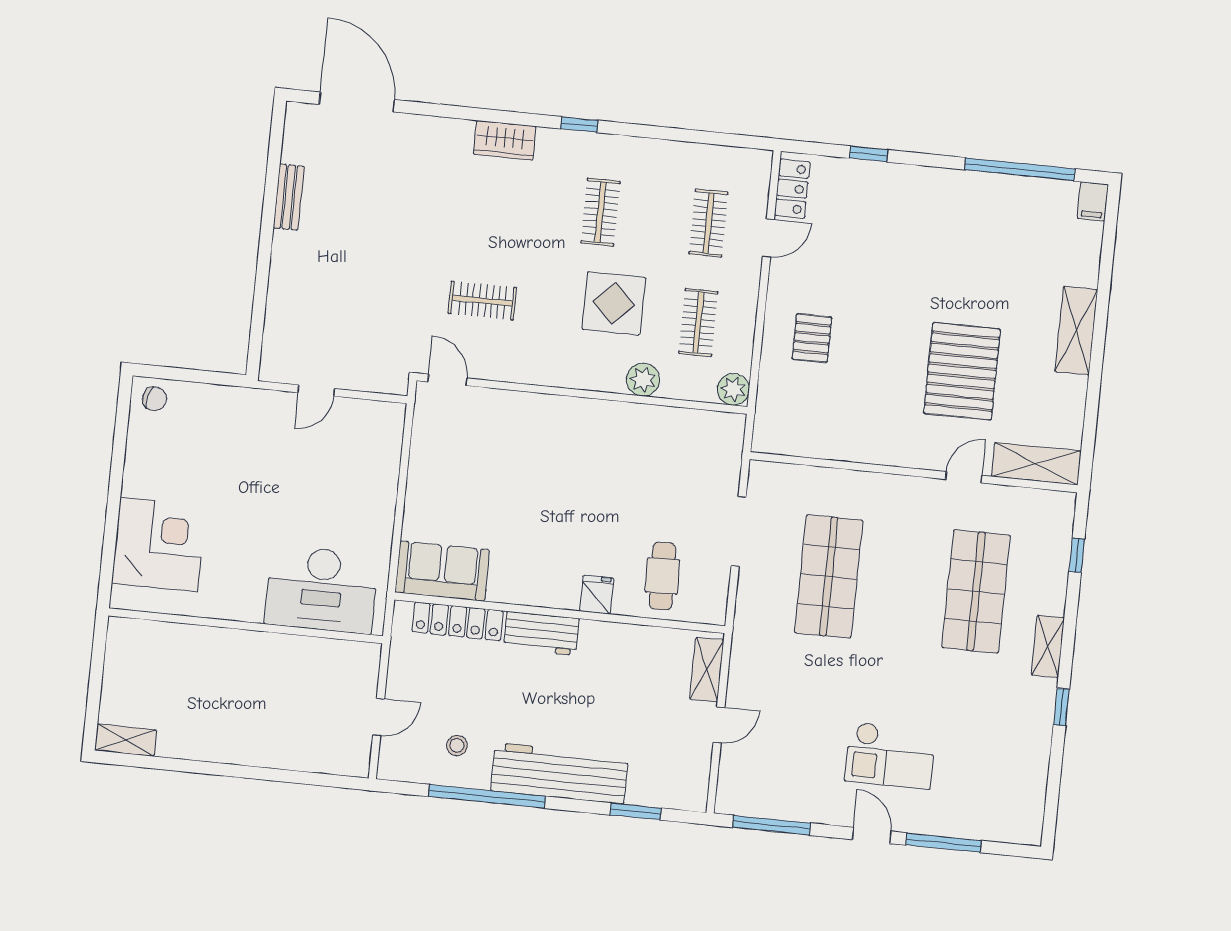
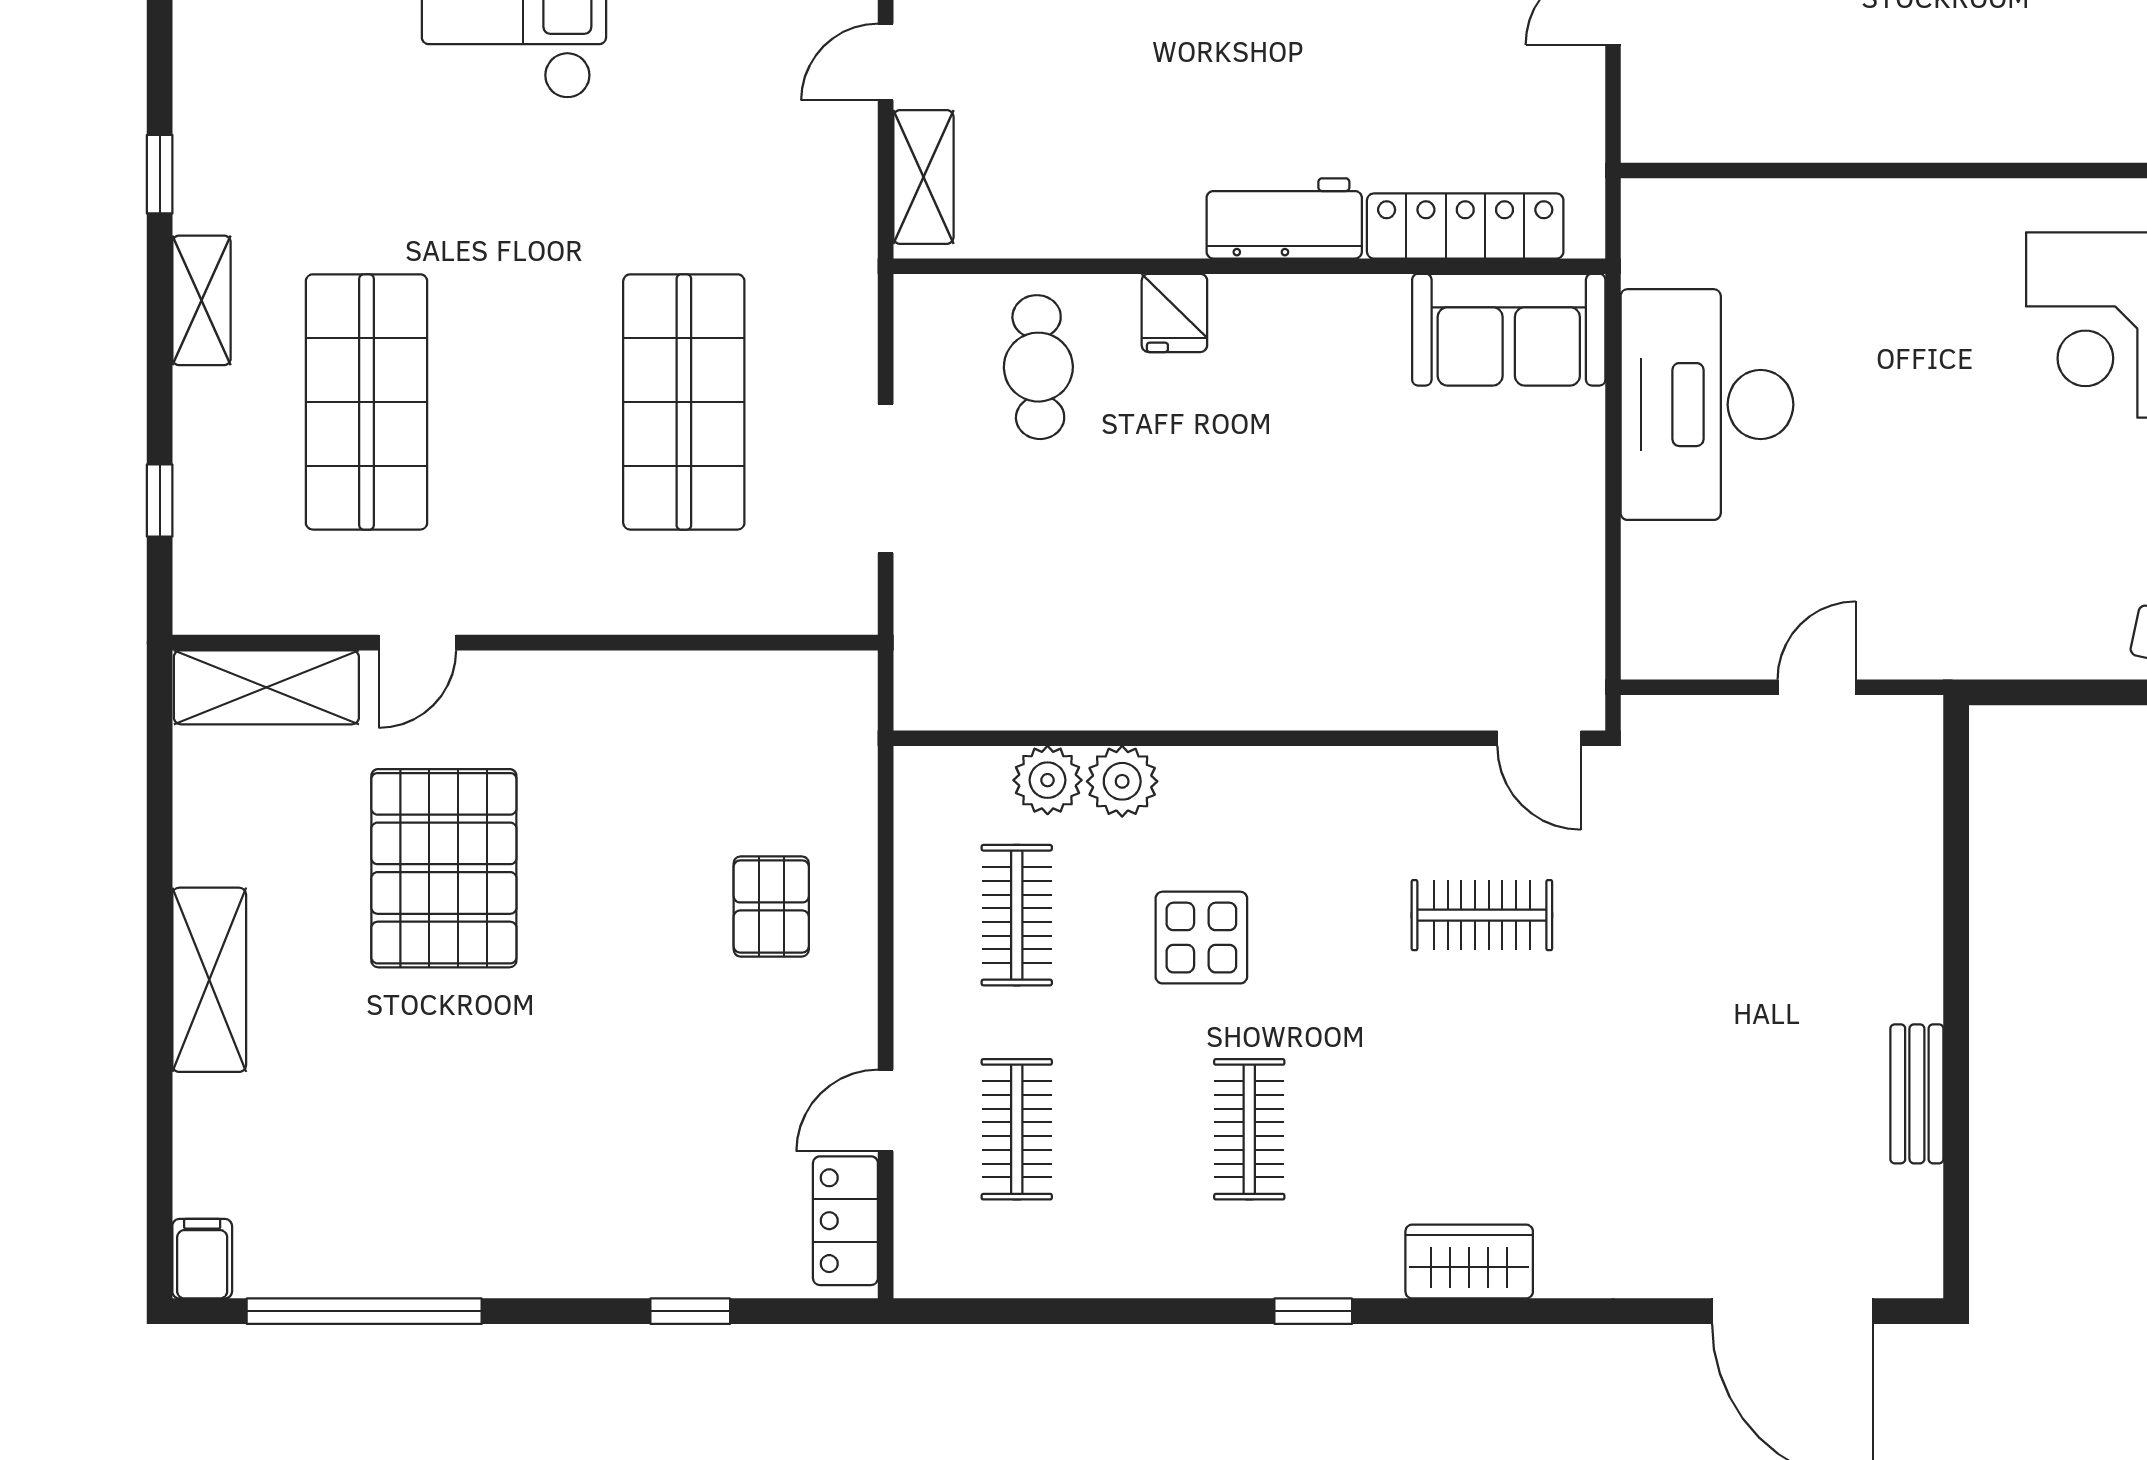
display table: (614, 303) -> (1201, 938), width x0.73, depth x0.73
plant: (733, 389) -> (1048, 780), moved
desk: (322, 589) -> (1707, 405), moved, turned -90

